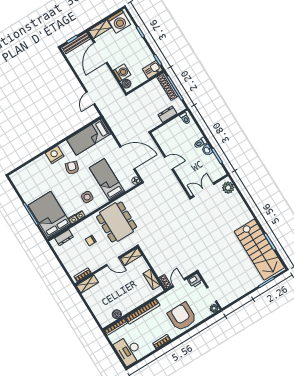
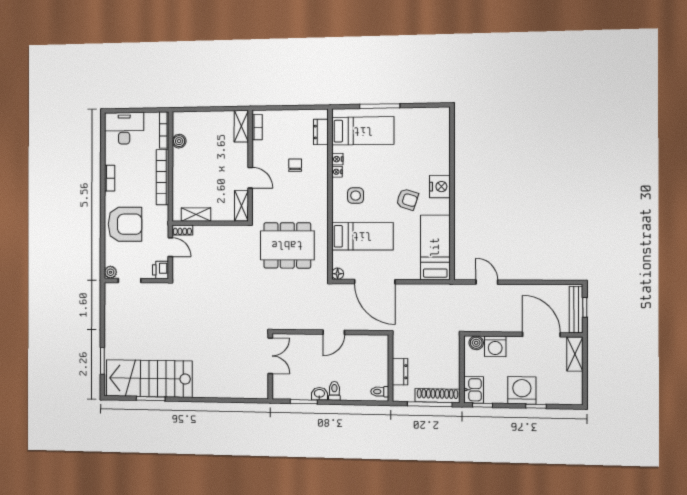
washing machine: (119, 22) -> (522, 390), moved, turned 90
door: (127, 158) -> (375, 282), hinge flipped
plant: (228, 188) -> (253, 390), removed
bed: (50, 215) -> (363, 131), width x0.67
dining table: (117, 222) -> (287, 245), moved
door: (113, 261) -> (250, 178), swing flipped

